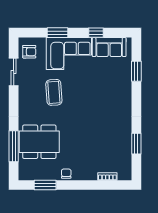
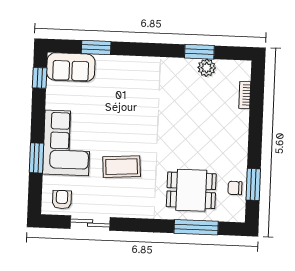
window: (96, 33) -> (40, 78), moved
sofa: (109, 47) -> (71, 67), moved, turned 90
dining table: (39, 142) -> (191, 190), width x0.73
plant: (125, 149) -> (207, 68), added
chair: (66, 174) -> (235, 188), moved

